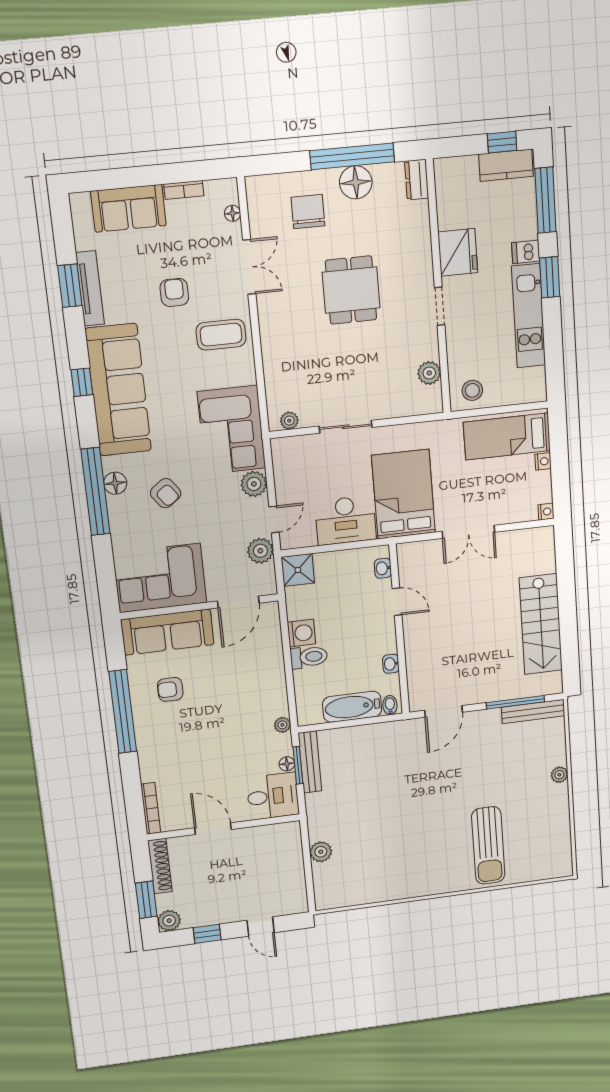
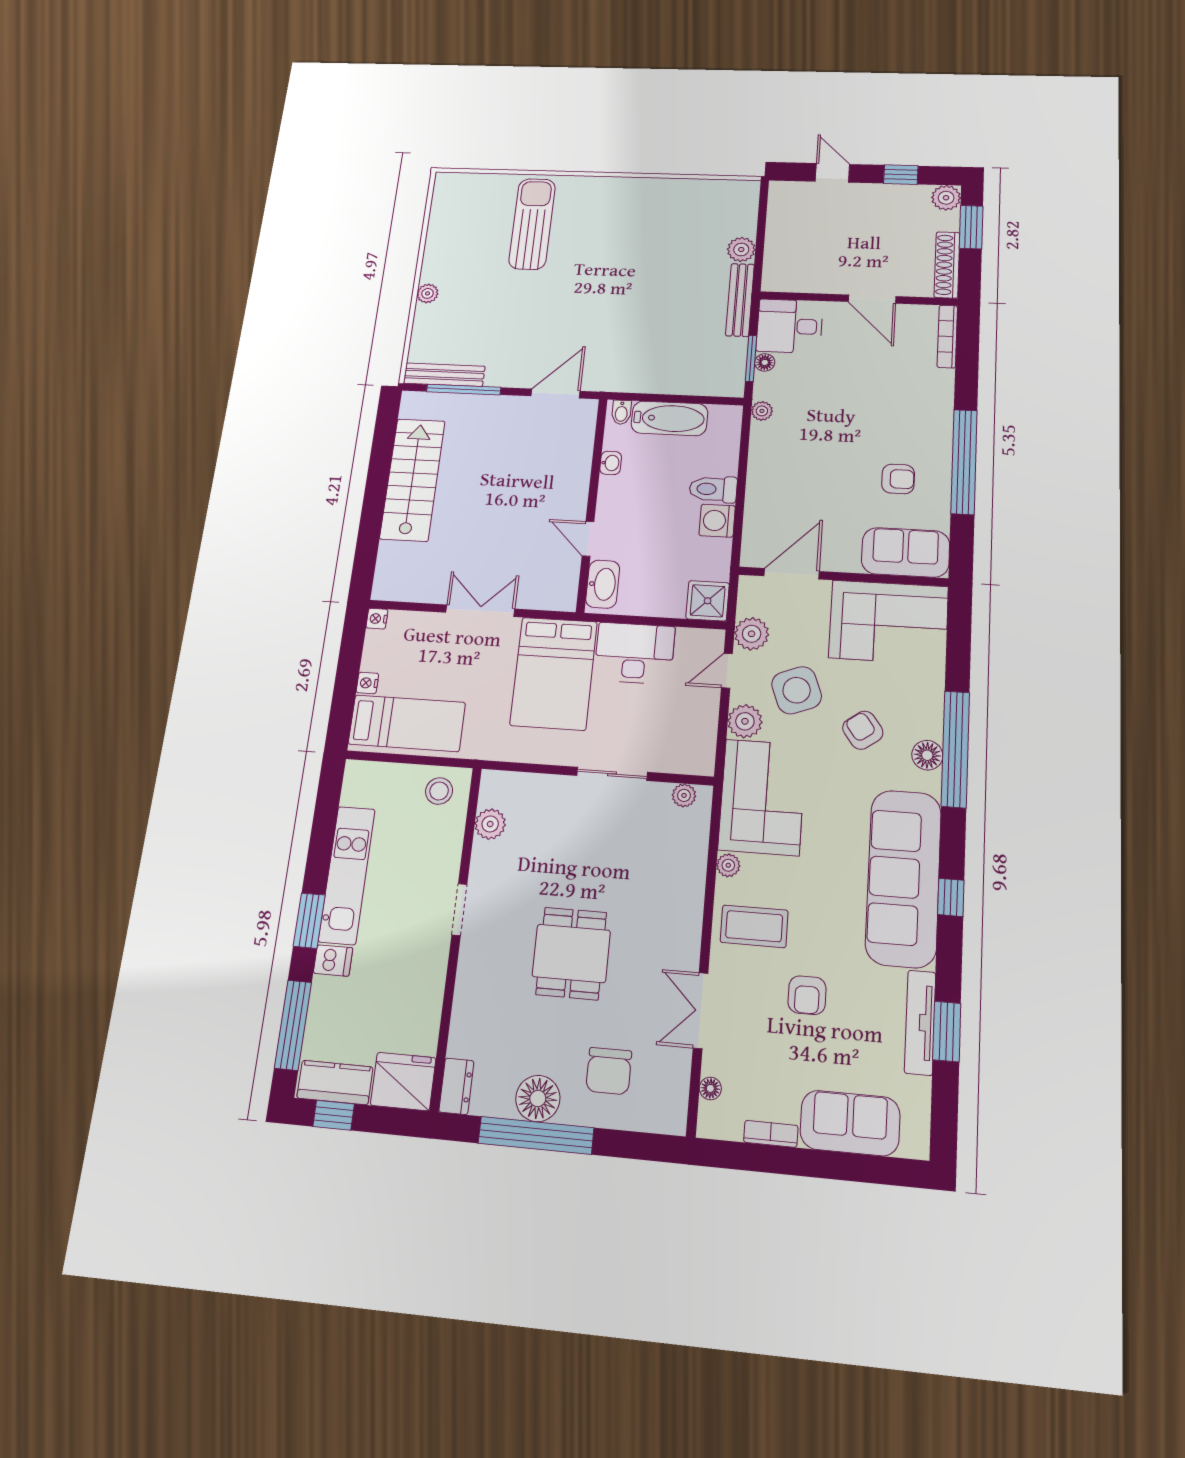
fridge: (458, 252) -> (403, 1081), moved, turned 90
plant: (248, 375) -> (728, 865), added
side table: (220, 514) -> (797, 690), added
washbasin: (383, 568) -> (603, 584), width x1.91, depth x1.45
sofa: (167, 632) -> (905, 552), width x0.73
bench: (310, 762) -> (740, 300), moved

